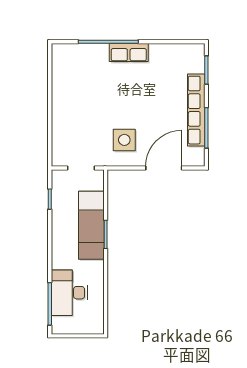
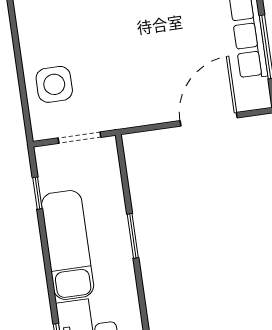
side table: (124, 140) -> (54, 84), moved
exam couch: (91, 225) -> (68, 245), moved, turned 180

